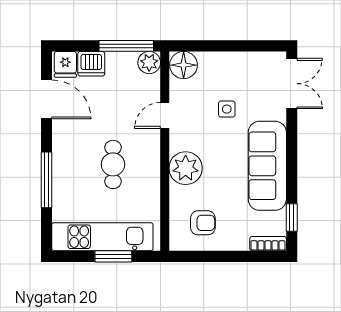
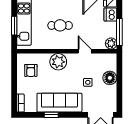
floor lamp: (184, 65) -> (110, 78), moved
window: (292, 217) -> (51, 115), moved

